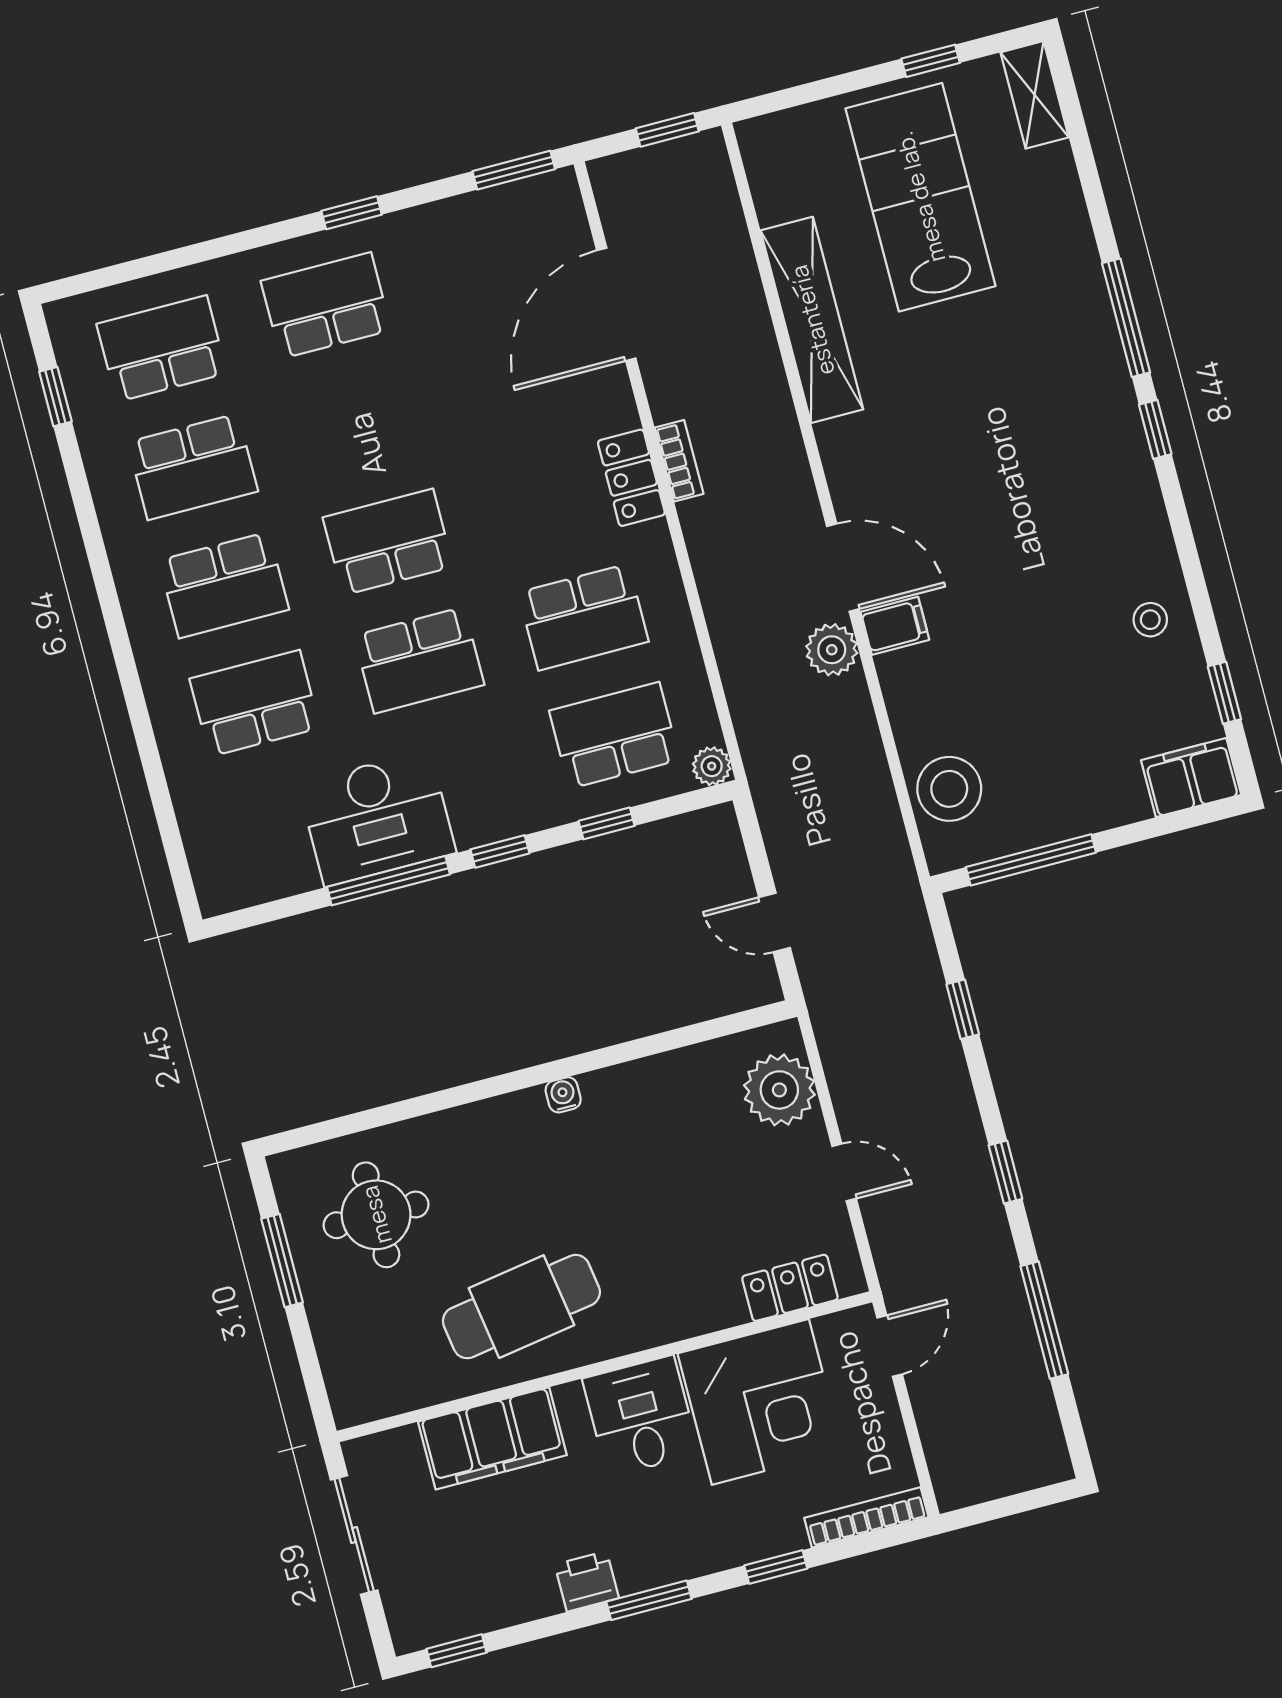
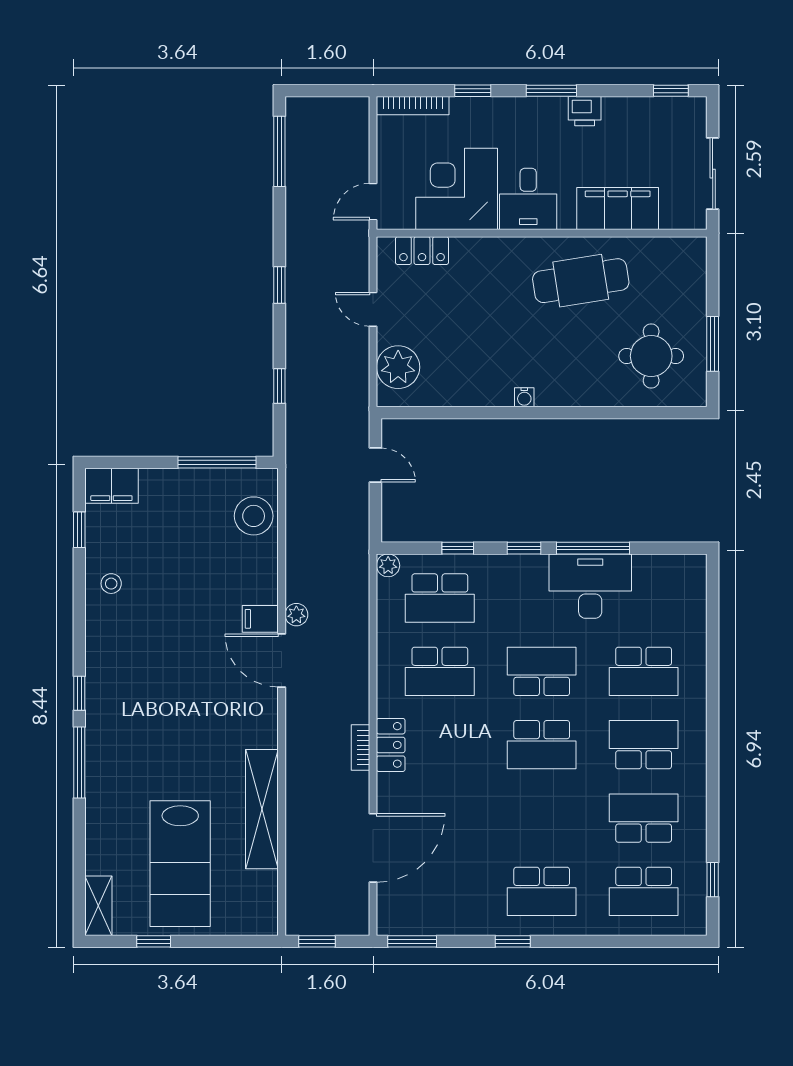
school desk: (583, 617) -> (440, 671), turned 180
plant: (832, 650) -> (296, 615), width x0.73, depth x0.73
window: (1044, 1320) -> (279, 151), moved

